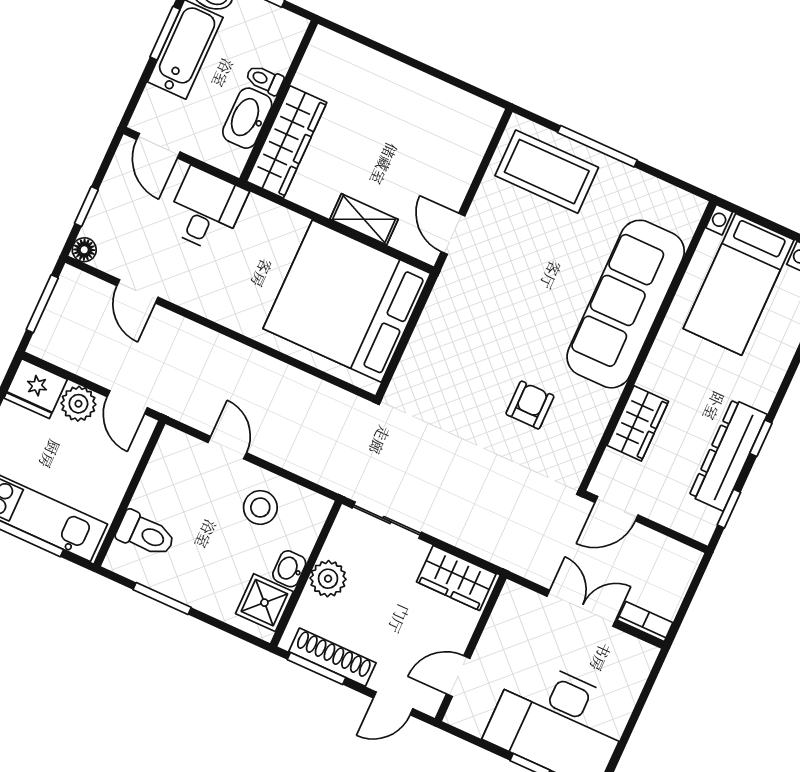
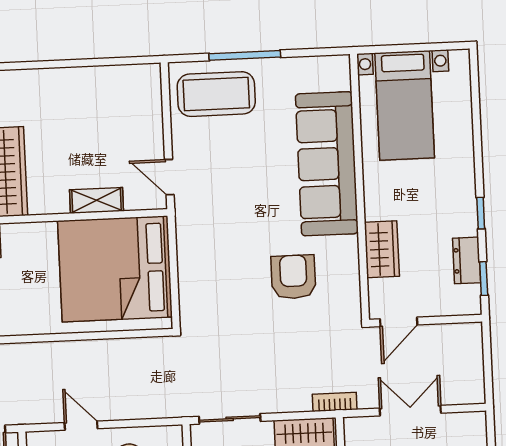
armchair: (530, 405) -> (293, 277), width x1.38, depth x1.38
dresser: (728, 455) -> (467, 260), width x0.51, depth x0.80
bookcase: (645, 621) -> (335, 402), moved

